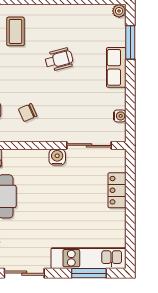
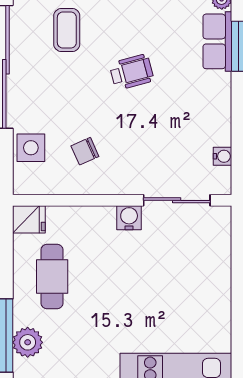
row of seats: (116, 67) -> (217, 41), moved
locker: (117, 190) -> (218, 267), removed

